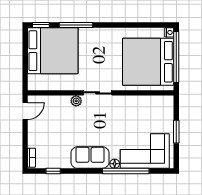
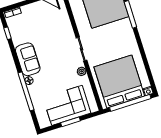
plant: (76, 101) -> (82, 71), moved
corner sofa: (145, 151) -> (67, 105), moved, turned -90

